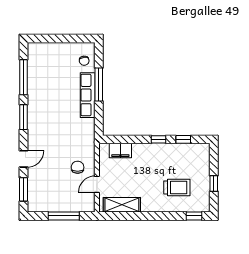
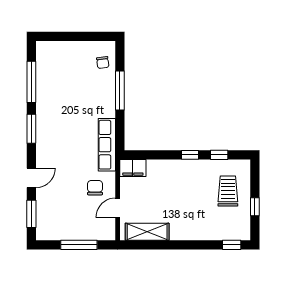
row of seats: (88, 95) -> (107, 145), moved
filing cabinet: (120, 151) -> (133, 168), moved
trolley: (177, 187) -> (228, 191), moved, turned -90

